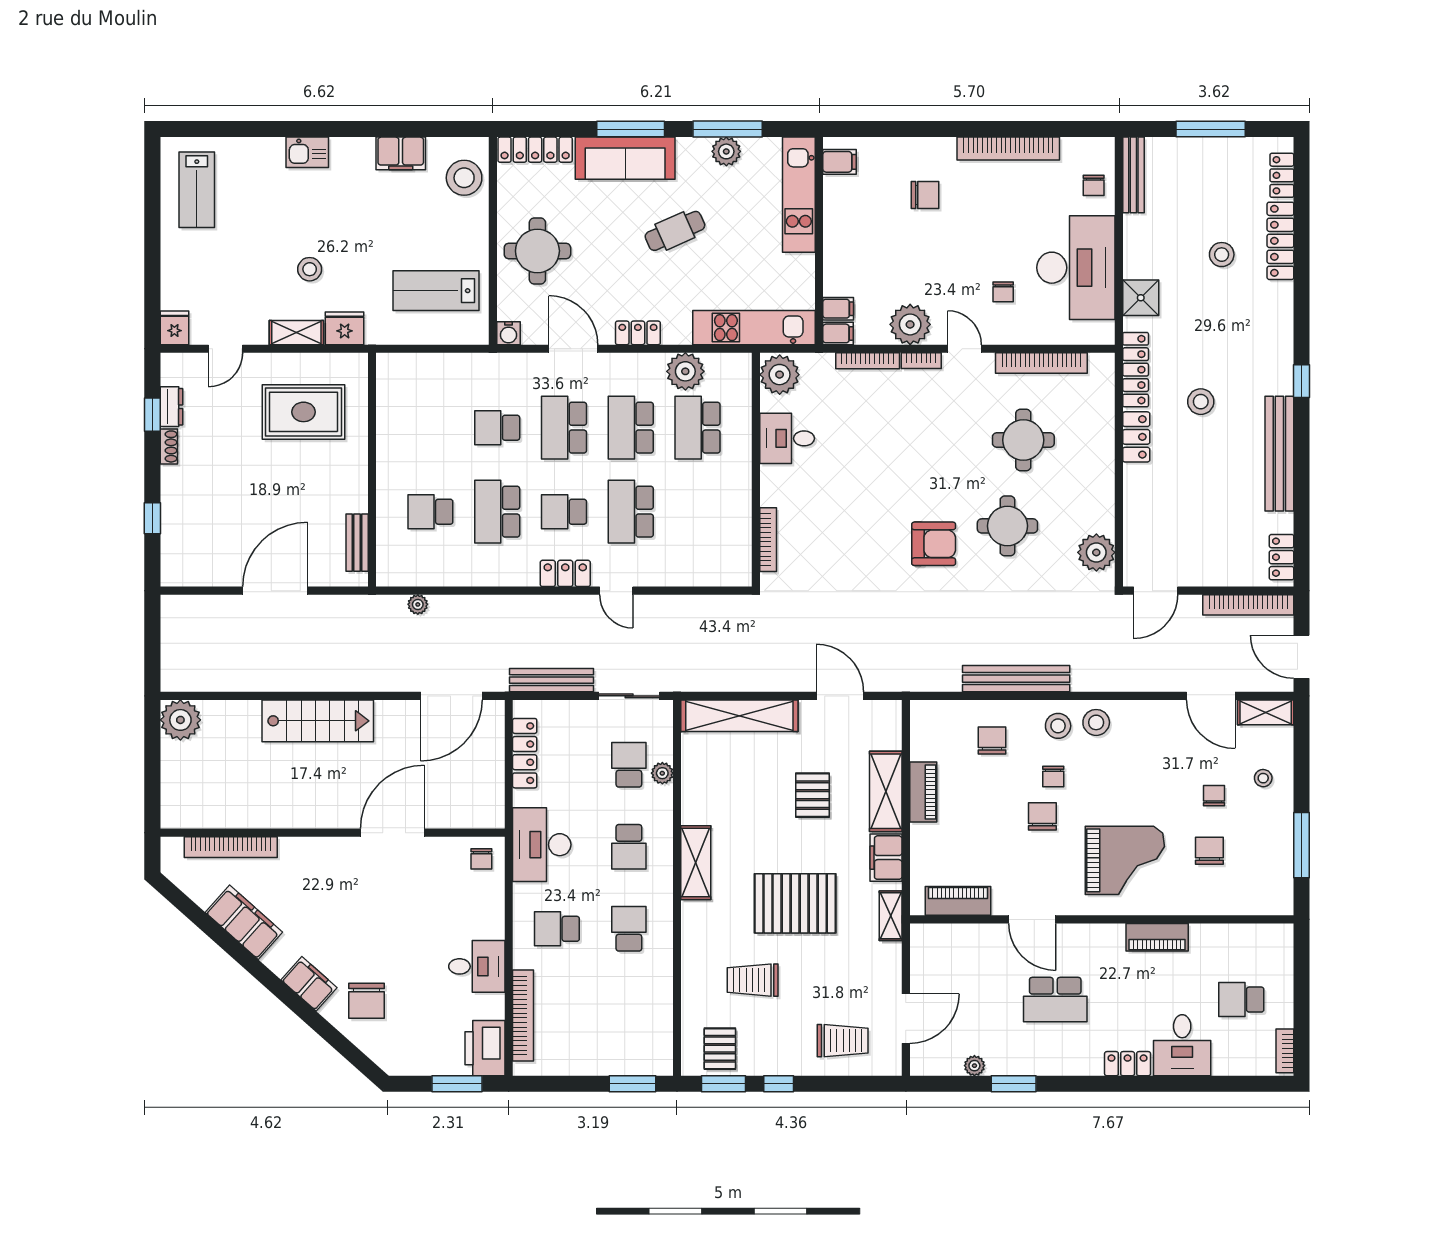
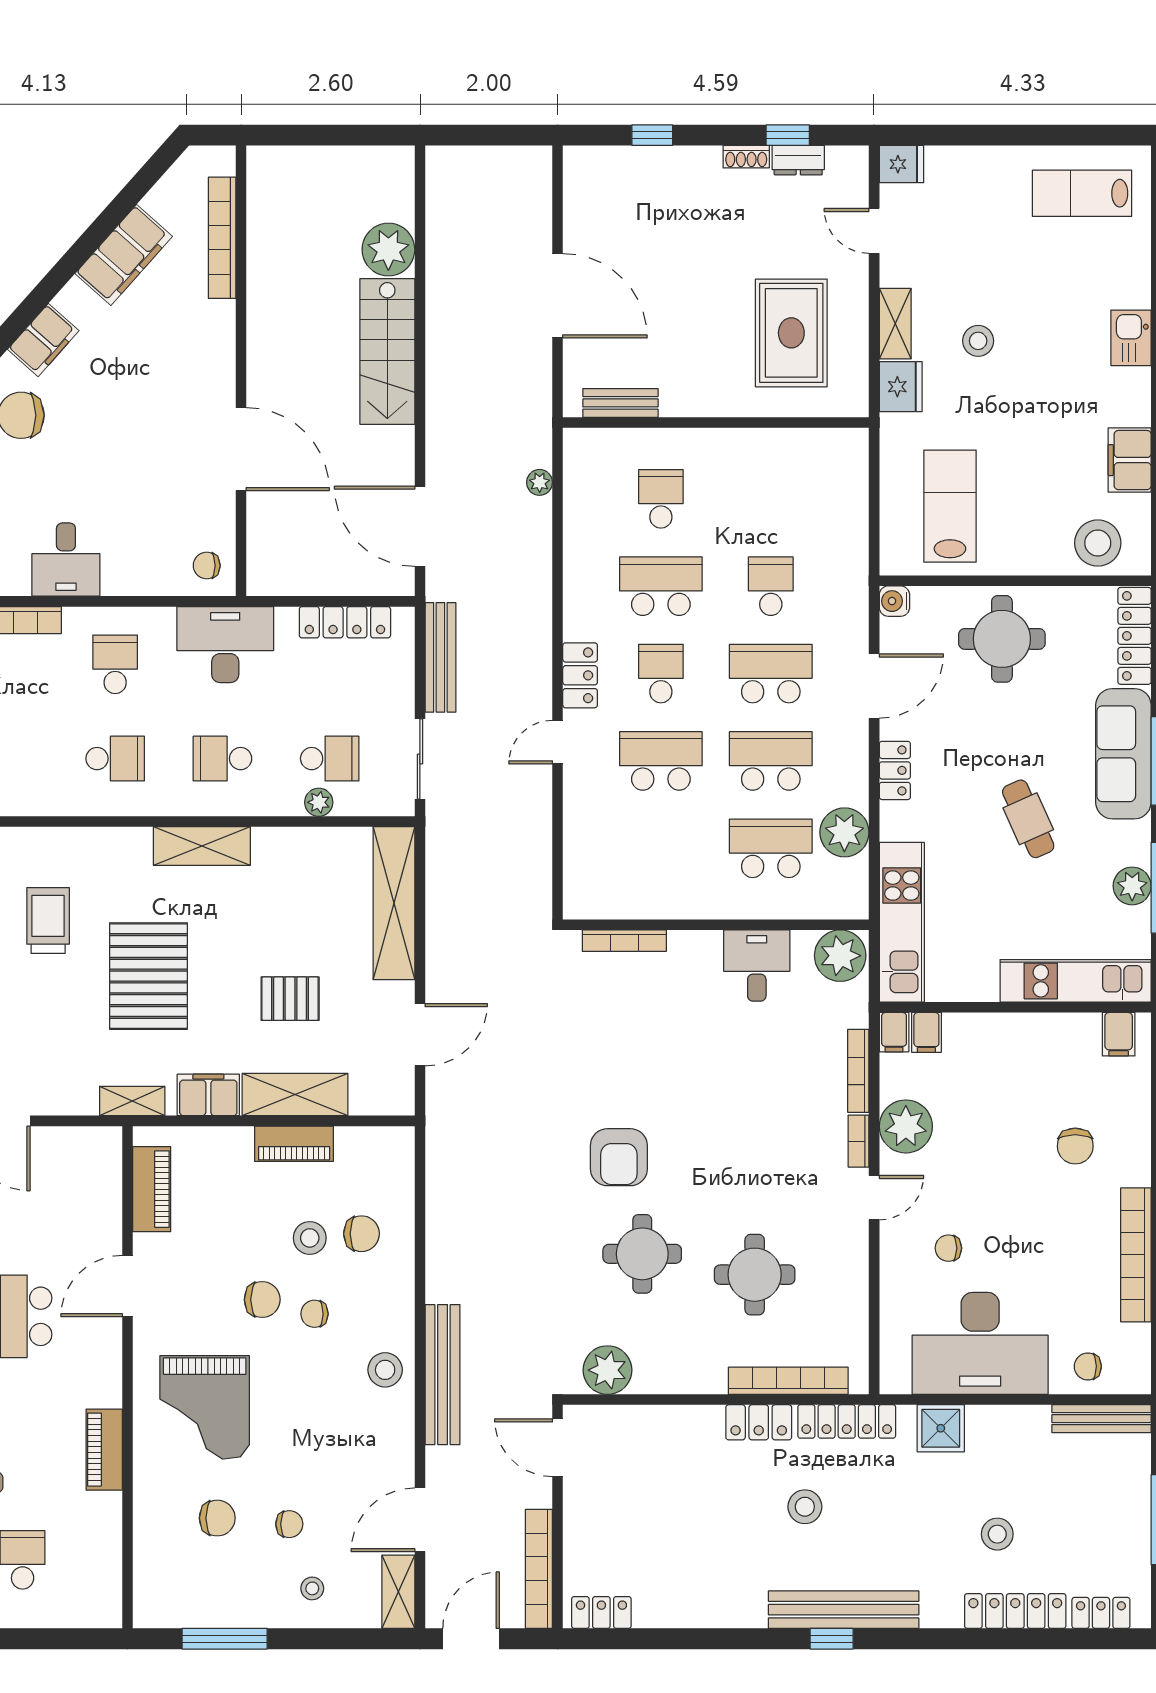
bookcase: (1041, 363) -> (788, 1381), moved, turned 90
bench: (1279, 454) -> (844, 1610), moved
bench: (1016, 679) -> (443, 1375), moved
plant: (180, 720) -> (388, 250), moved
stool: (1058, 726) -> (310, 1238), moved

